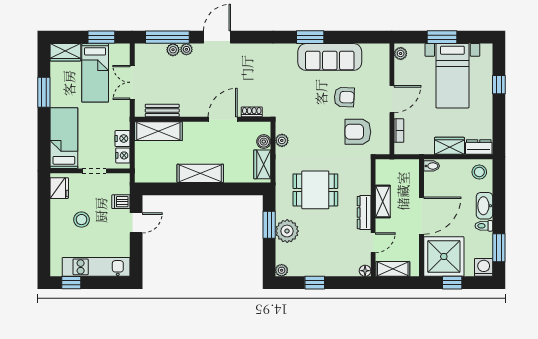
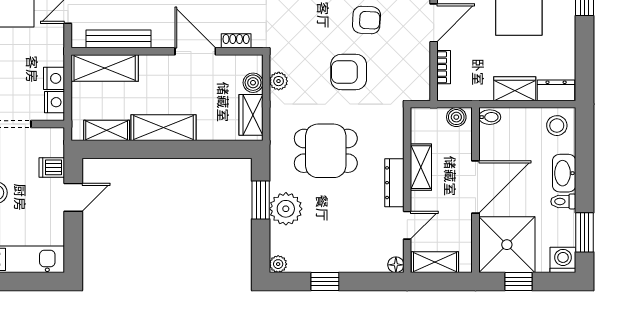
bench: (162, 111) -> (119, 39), width x1.36
door: (223, 119) -> (195, 51), hinge flipped
armchair: (358, 132) -> (349, 72), moved
boiler: (408, 166) -> (456, 117), added
shelving: (160, 175) -> (107, 130), added

